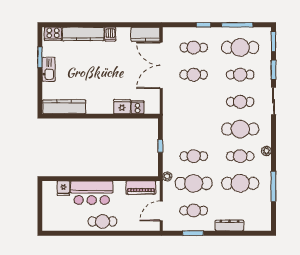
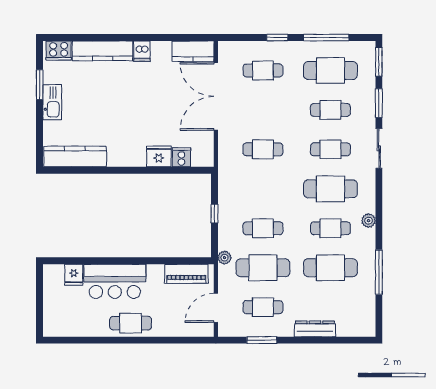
cafe table: (194, 75) -> (263, 149), moved

